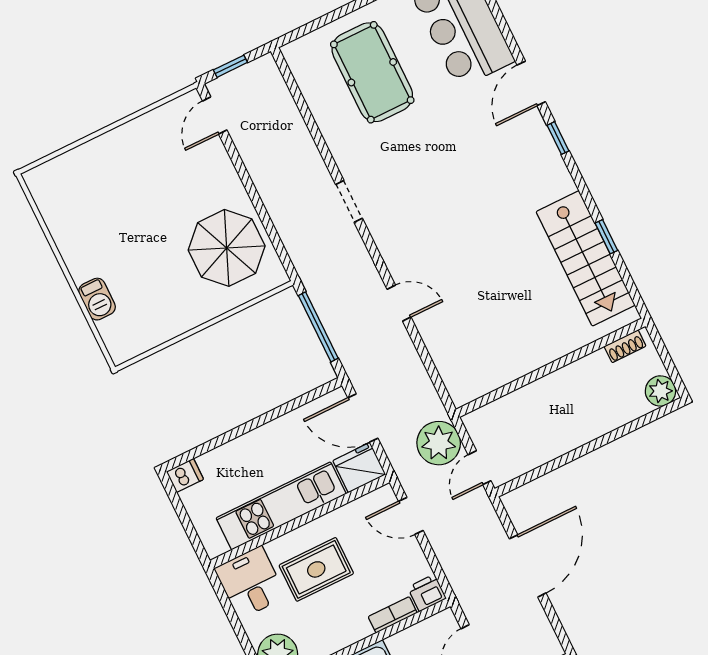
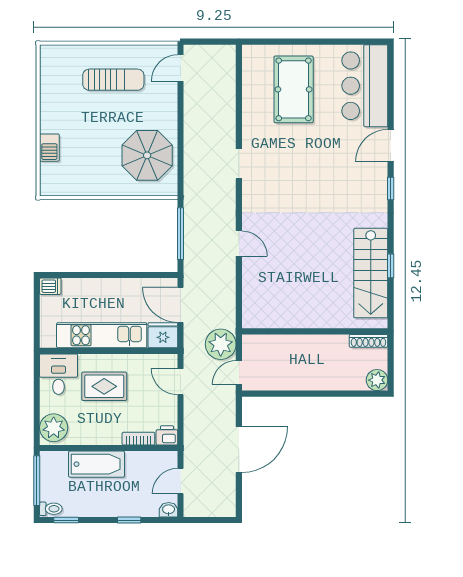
window: (230, 66) -> (206, 42), removed
sun lounger: (136, 173) -> (113, 80), added
shoe rack: (625, 346) -> (368, 341), width x1.43

